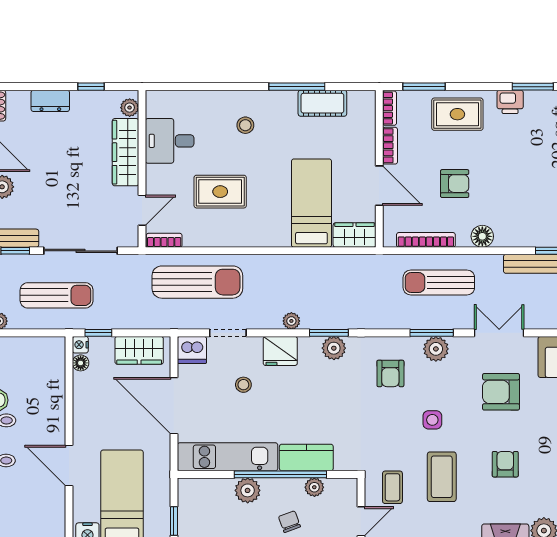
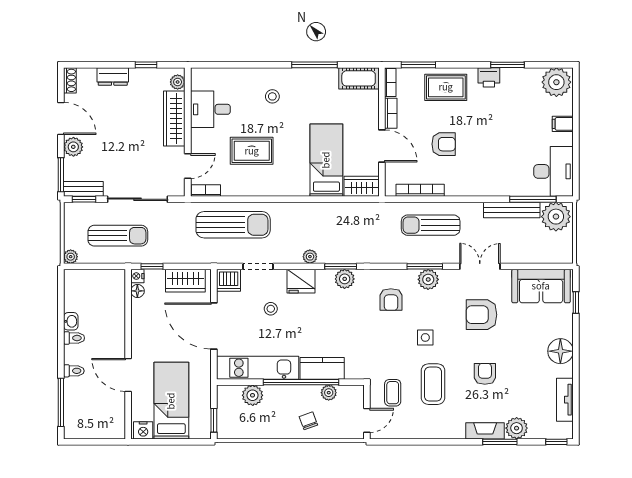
cot: (322, 103) -> (359, 78), moved
floor lamp: (482, 236) -> (466, 187), removed
plant: (248, 490) -> (253, 395), moved

